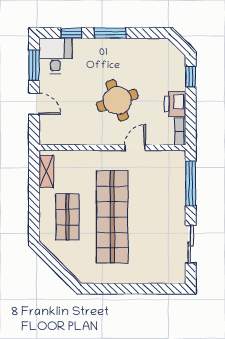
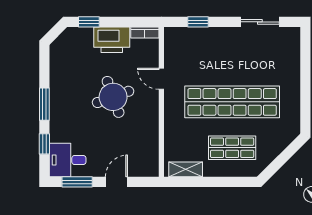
printer: (175, 104) -> (112, 40), width x1.37, depth x1.19
window: (191, 183) -> (198, 22), width x0.46

